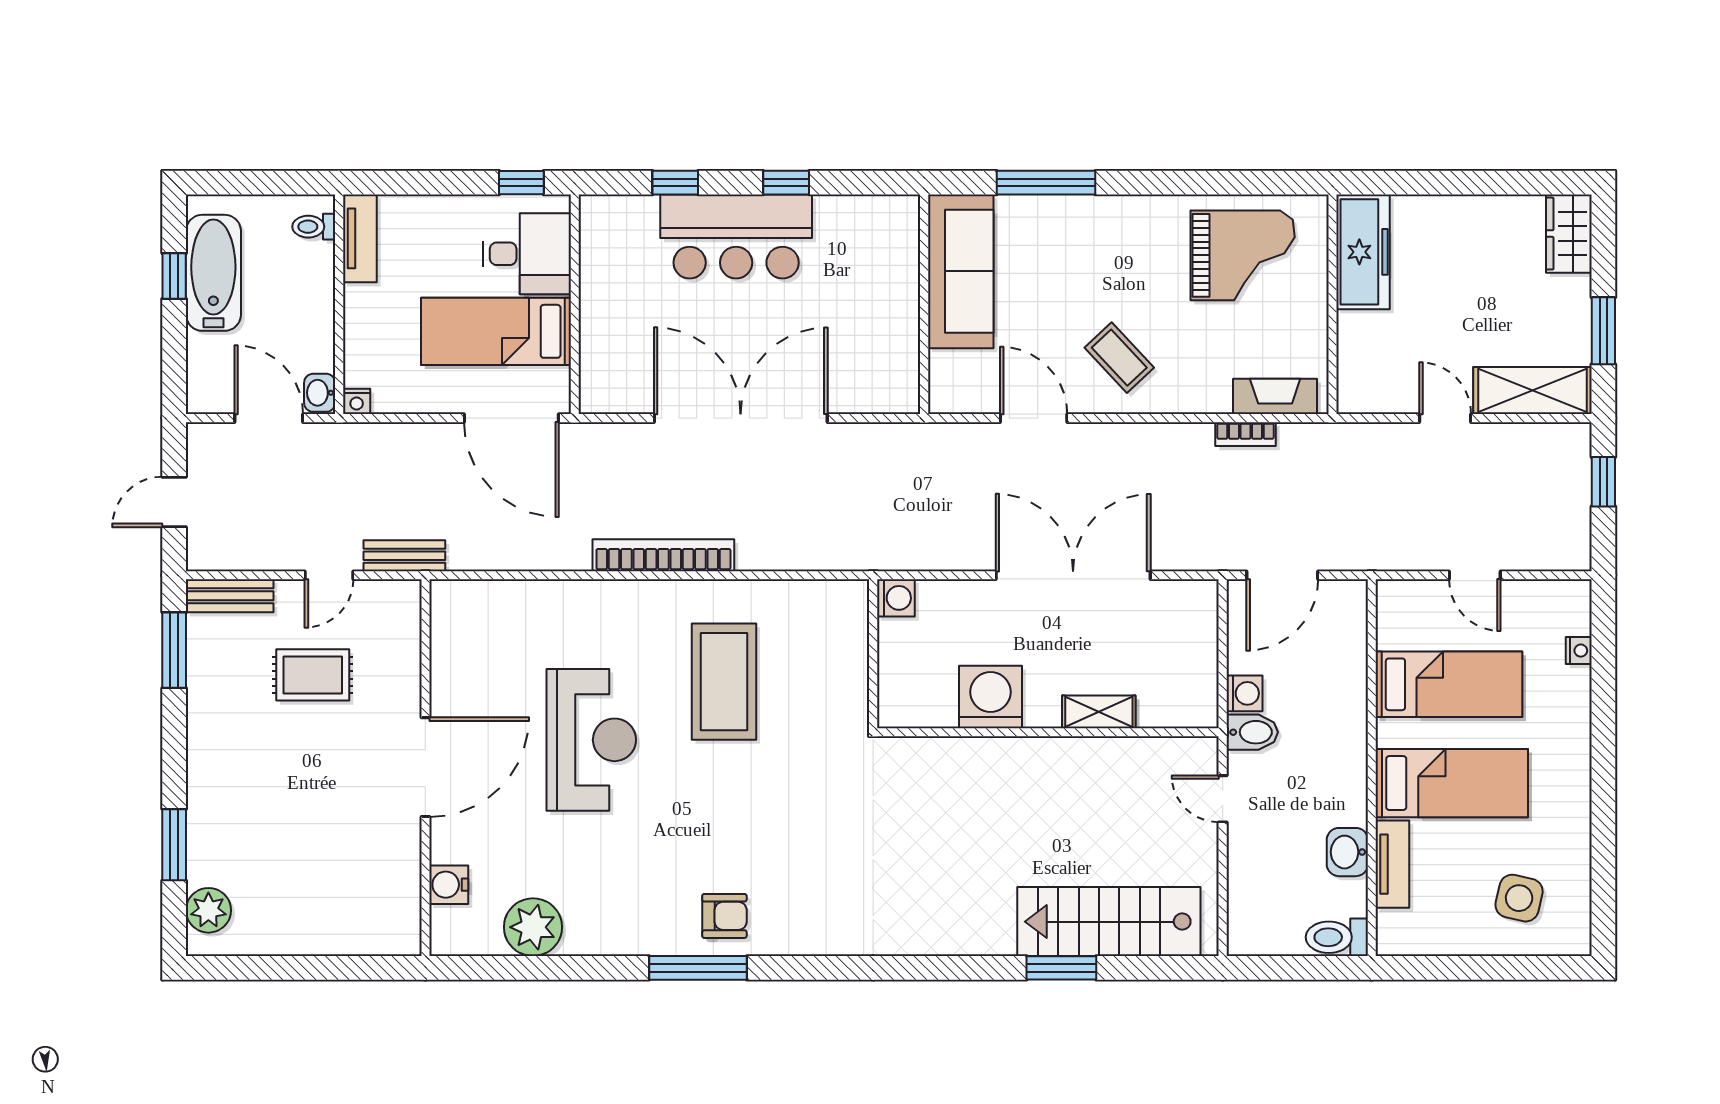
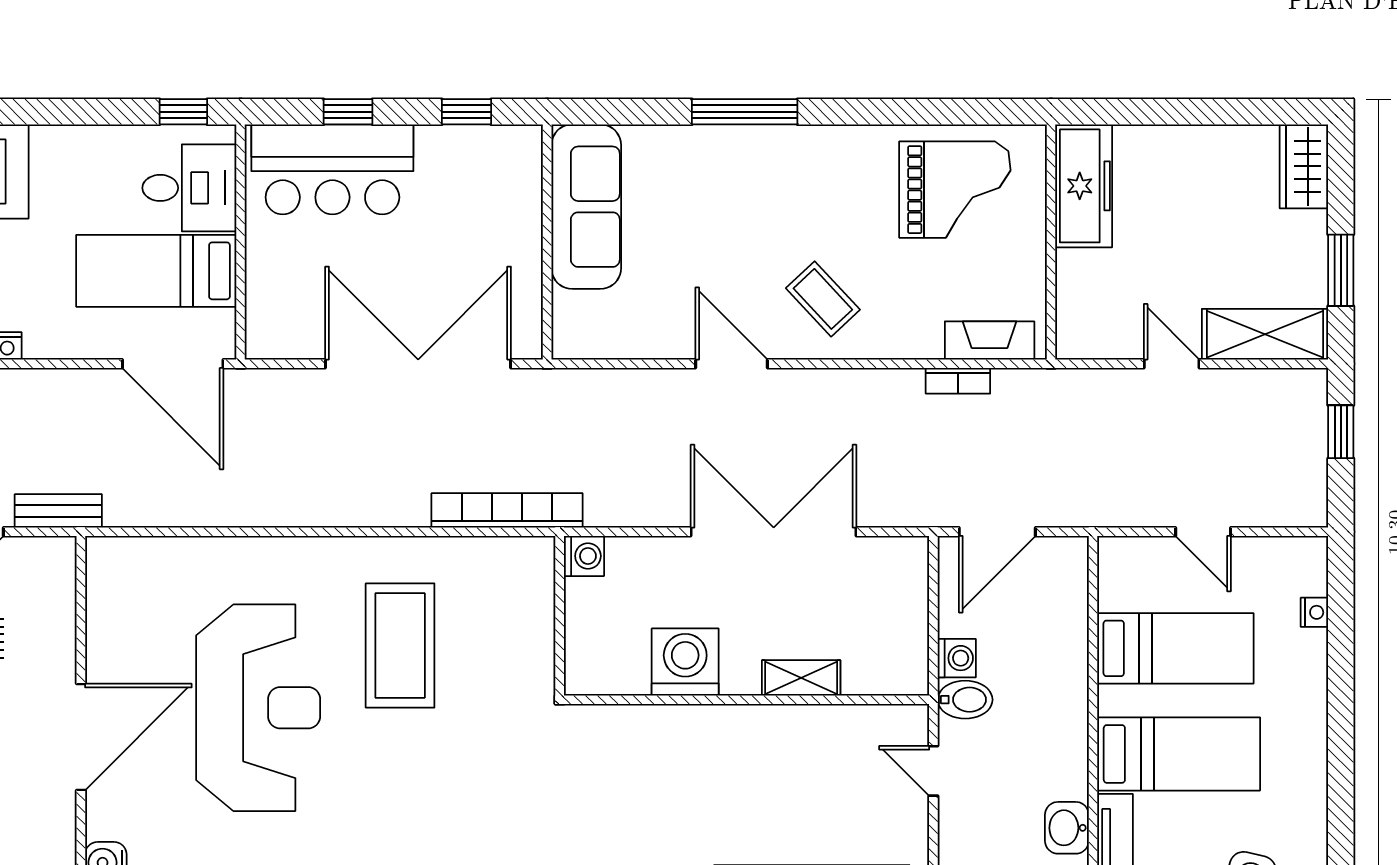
bar counter: (736, 236) -> (332, 169), moved
sofa: (961, 271) -> (586, 207), moved
wall: (924, 304) -> (547, 242), moved
bookcase: (663, 555) -> (507, 510), moved
reception desk: (591, 740) -> (258, 708), width x1.36, depth x1.30

